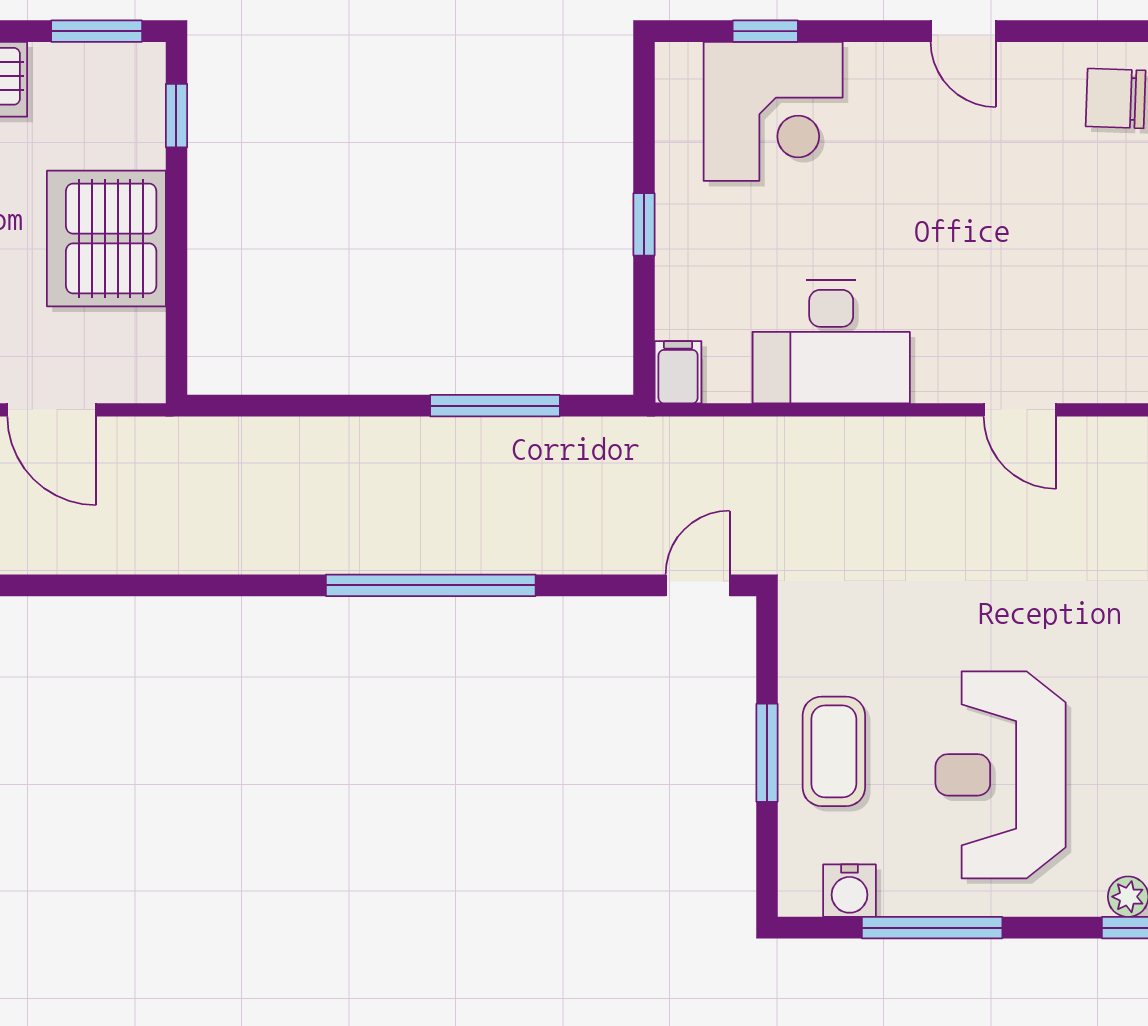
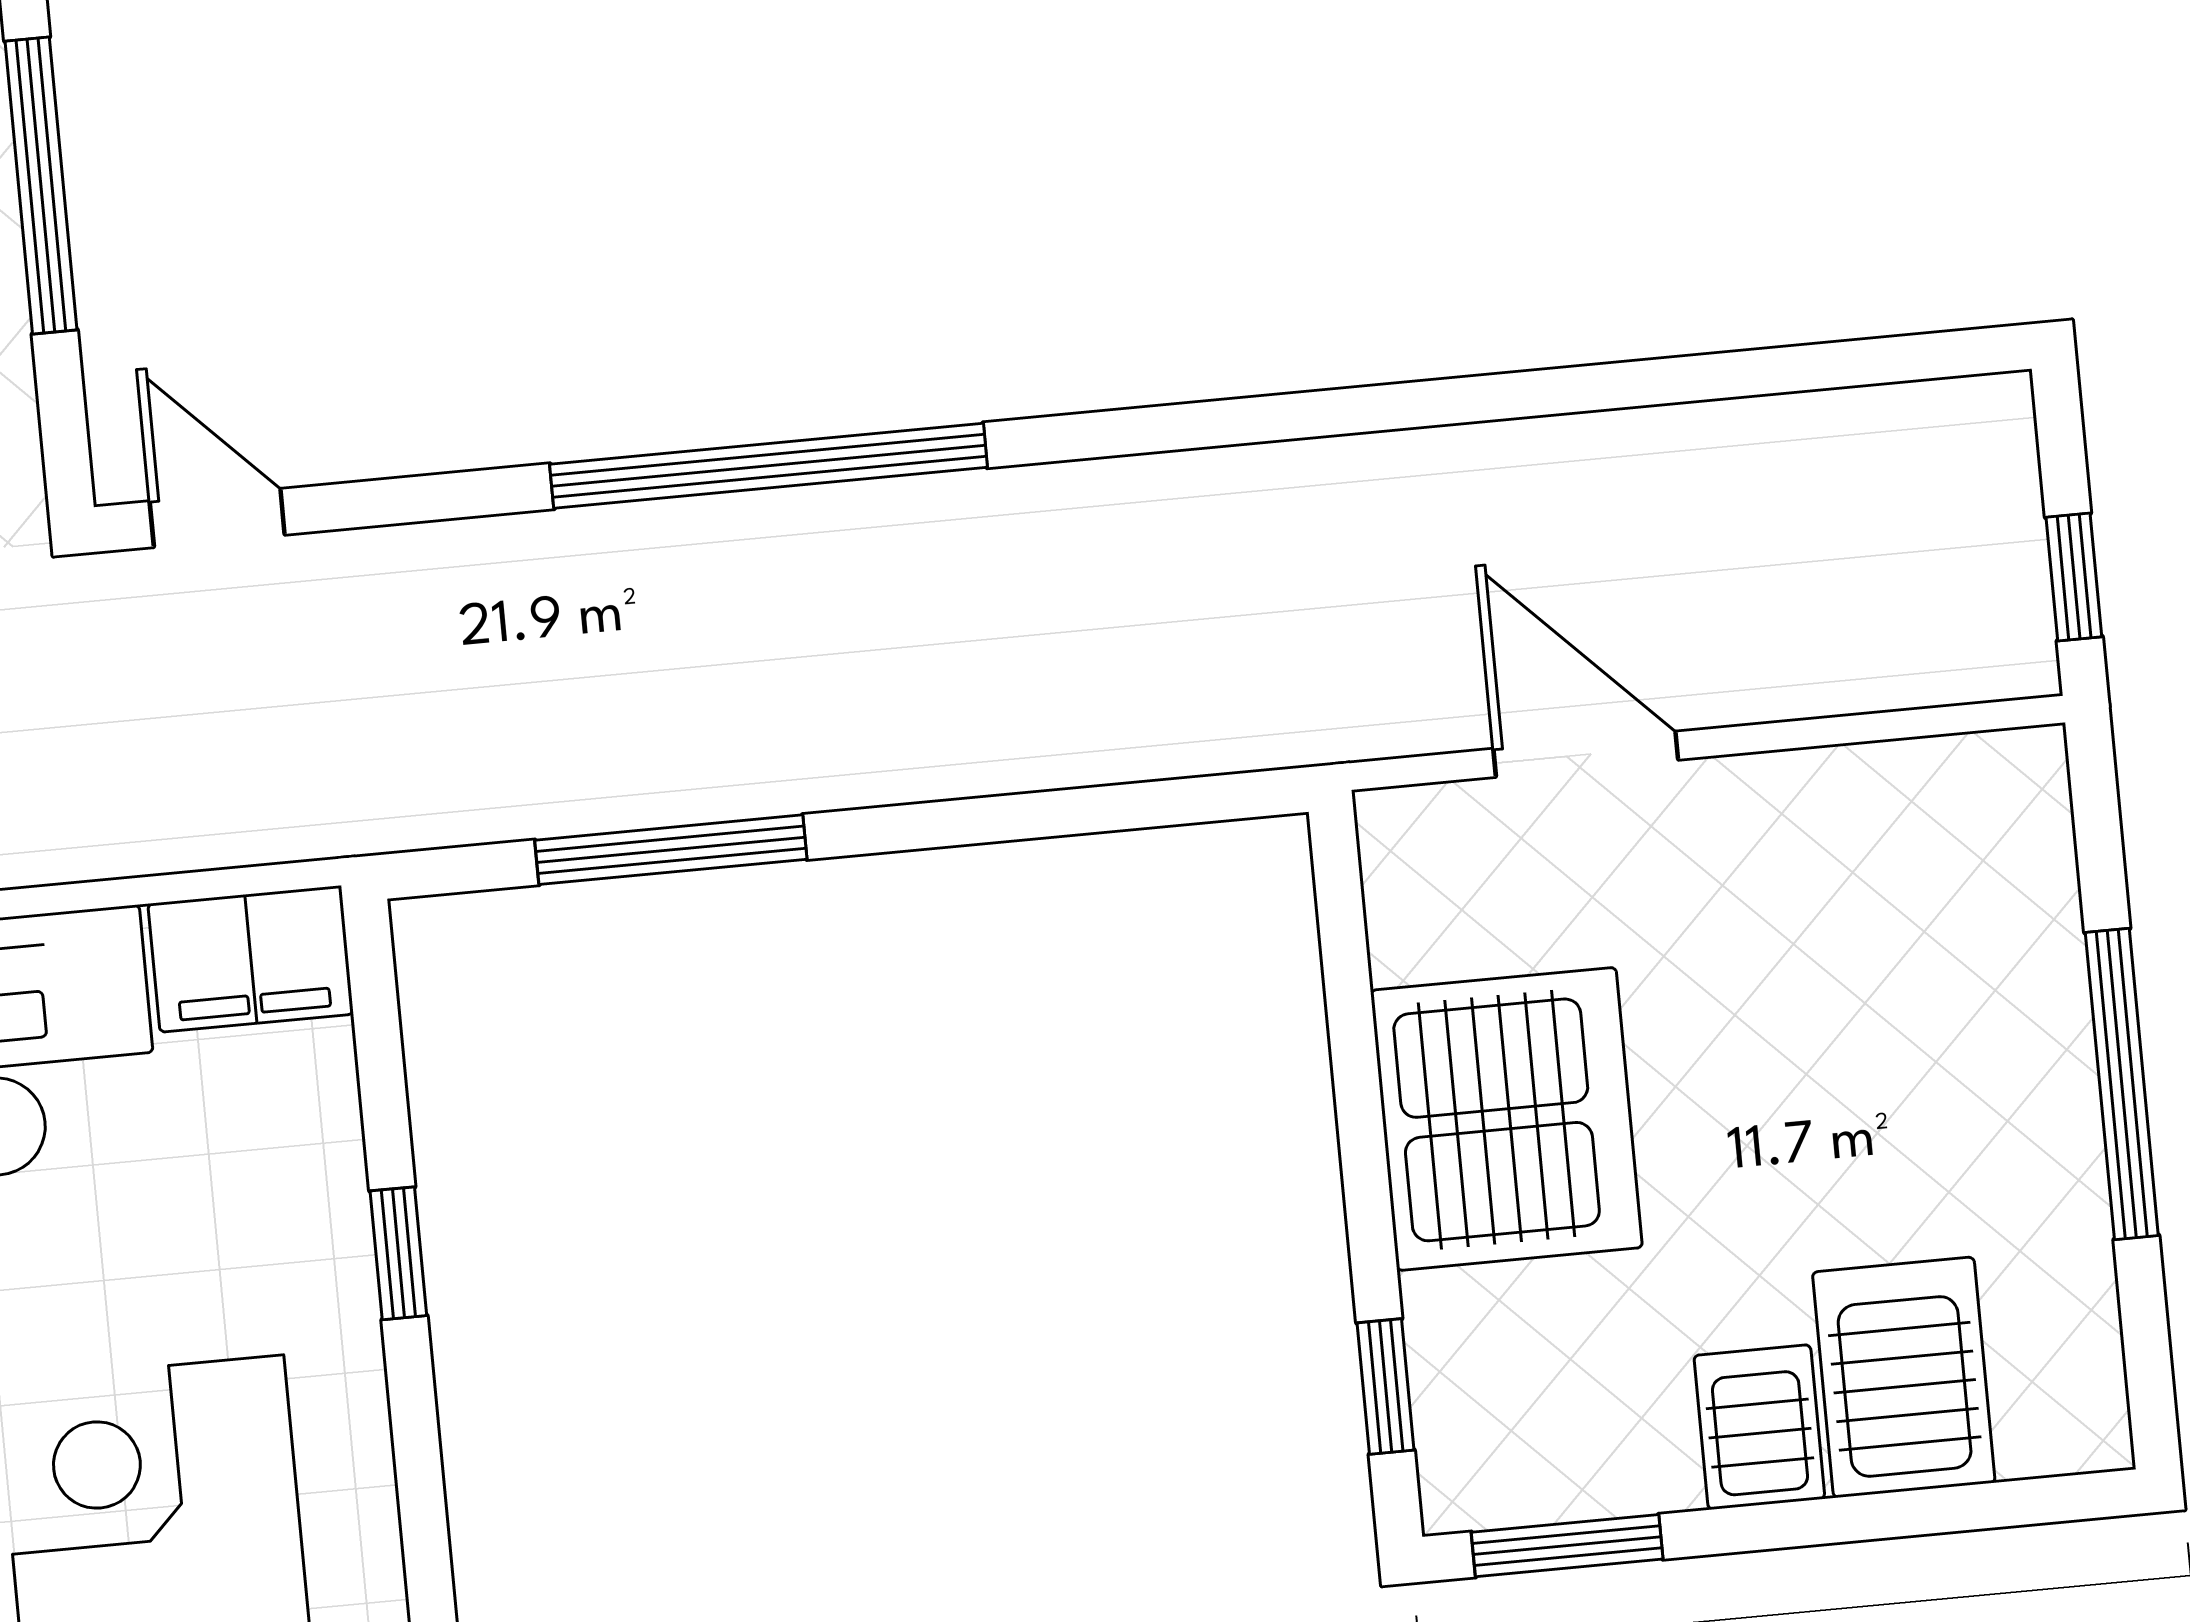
filing cabinet: (678, 372) -> (251, 959), width x2.00
door: (698, 585) -> (217, 518), swing flipped
window: (767, 753) -> (41, 186), width x1.44

